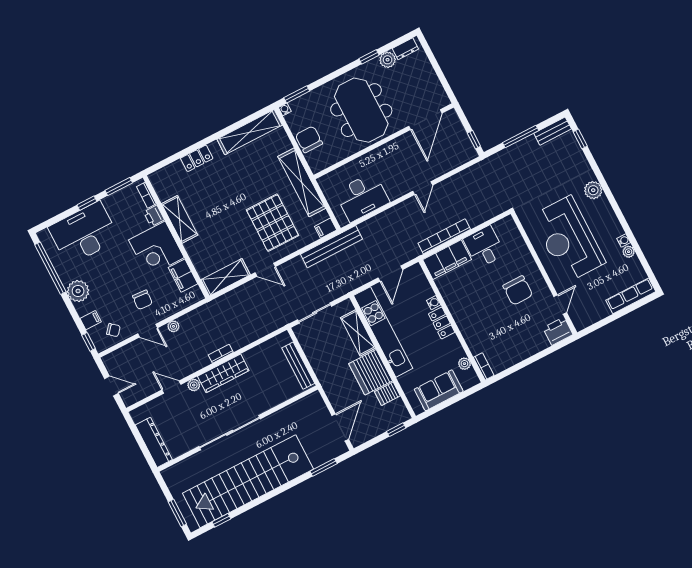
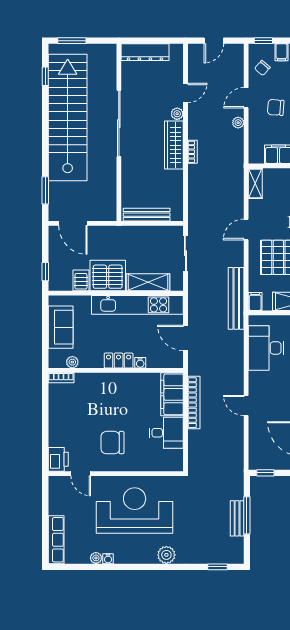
bench: (553, 131) -> (237, 518), moved
shelving: (226, 277) -> (255, 183), width x0.67, depth x0.75

